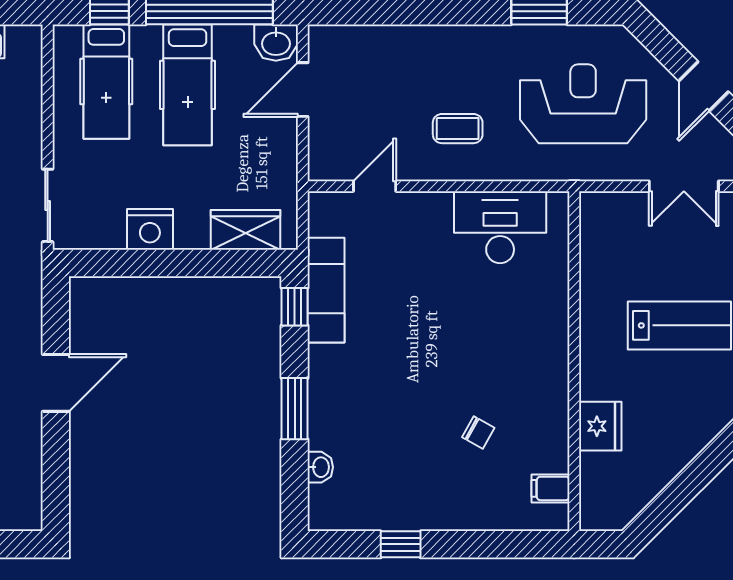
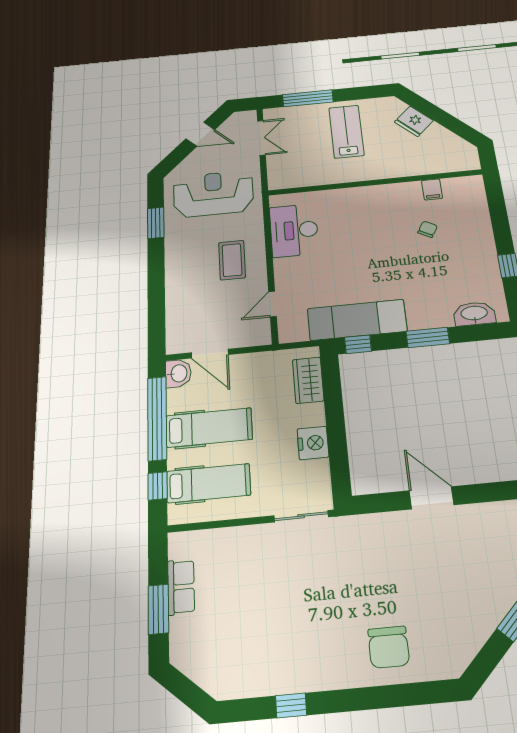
reception desk: (583, 104) -> (213, 194), turned 90
coffee table: (458, 129) -> (232, 260), width x1.36, depth x1.30
door: (375, 186) -> (273, 304), hinge flipped
exam couch: (326, 290) -> (357, 320), width x1.36, depth x1.45
fridge: (600, 426) -> (414, 121), moved, turned -135
washbasin: (320, 467) -> (474, 314), width x1.91, depth x1.45
filing cabinet: (550, 488) -> (432, 189), moved

